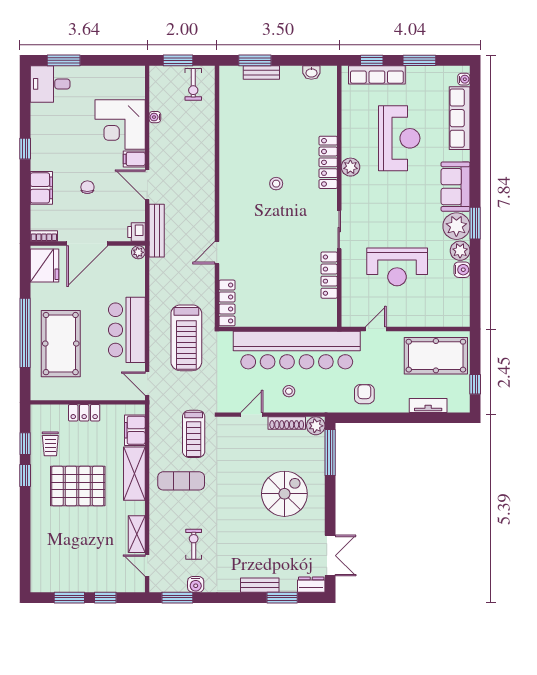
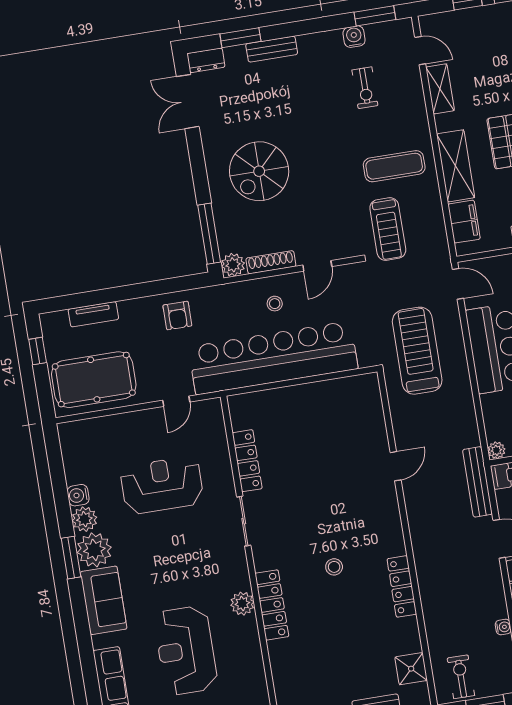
shower: (230, 97) -> (411, 669), added
locker: (227, 303) -> (402, 586), moved
treadmill: (194, 434) -> (388, 229), turned 180

